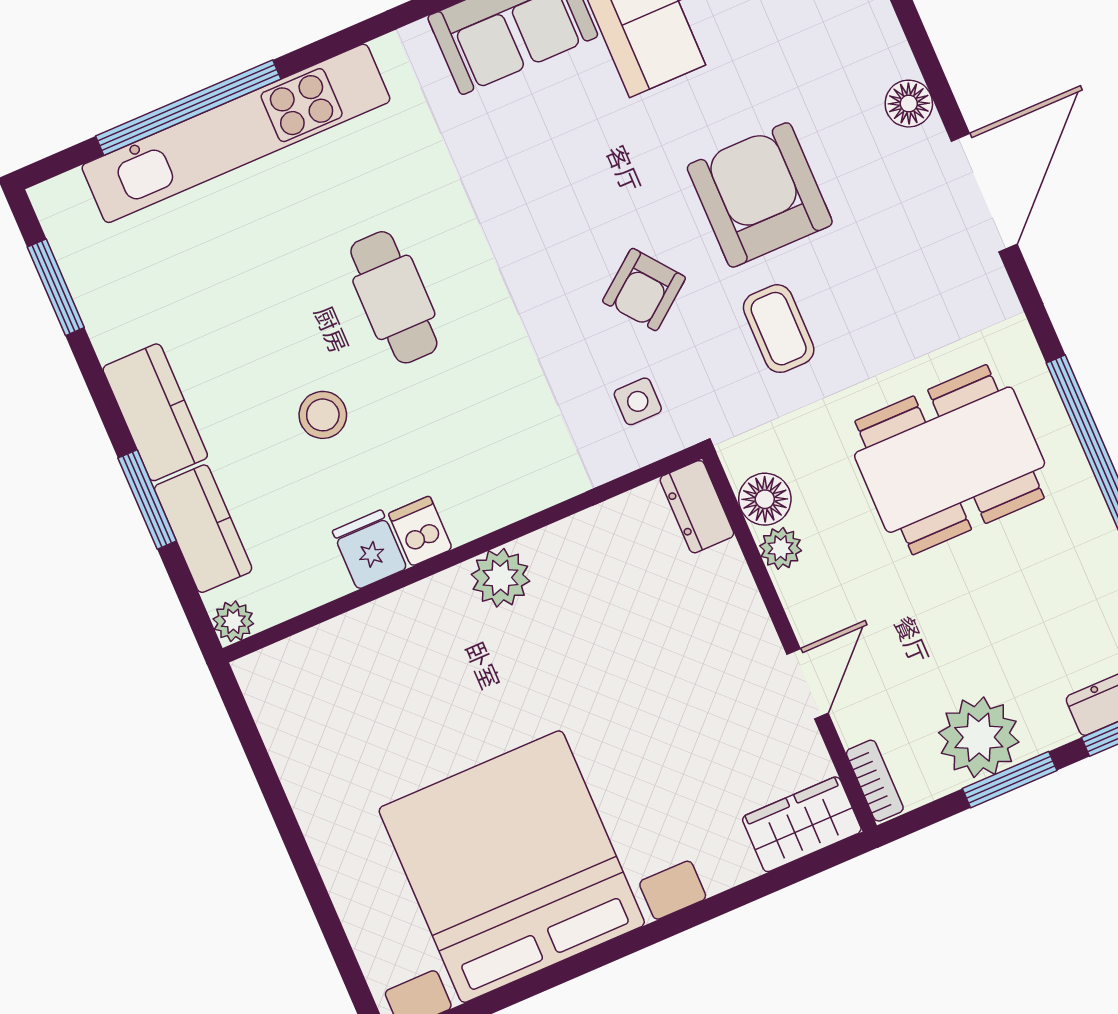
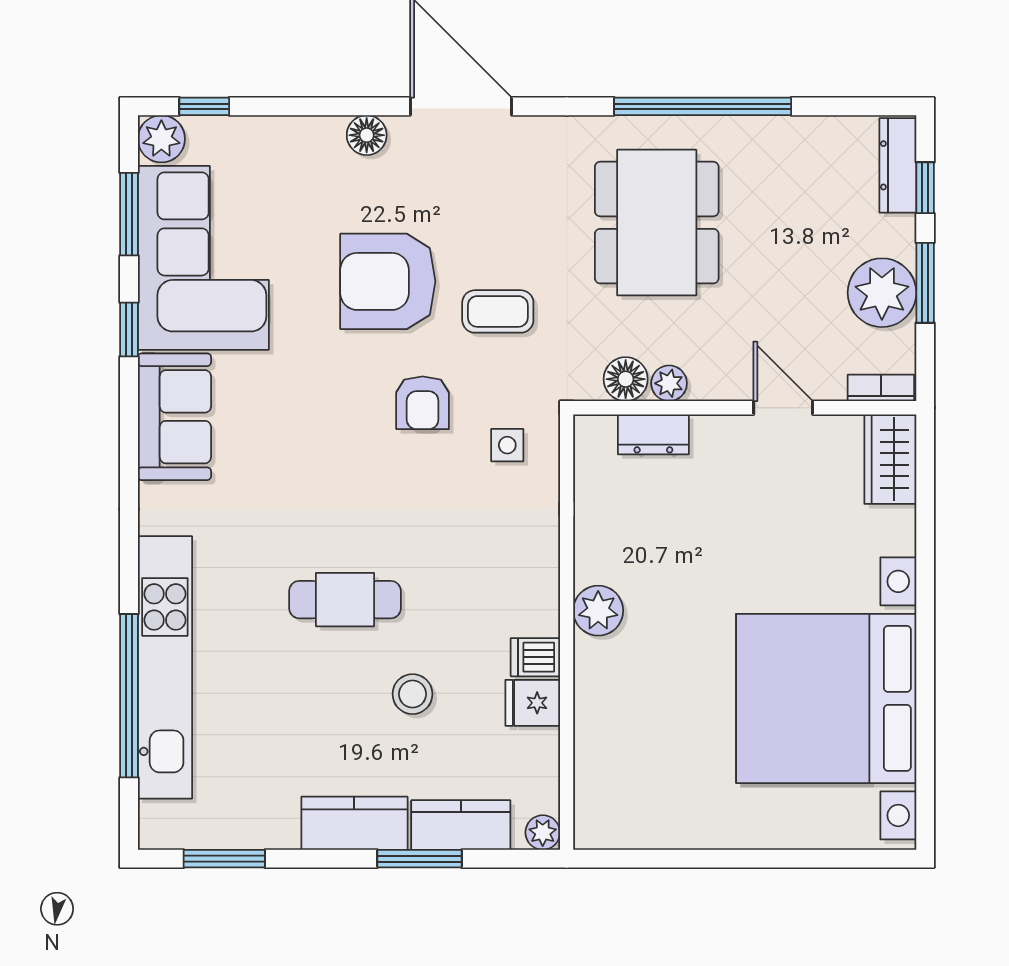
armchair: (644, 290) -> (423, 403), turned 38
dresser: (697, 507) -> (653, 434), moved

